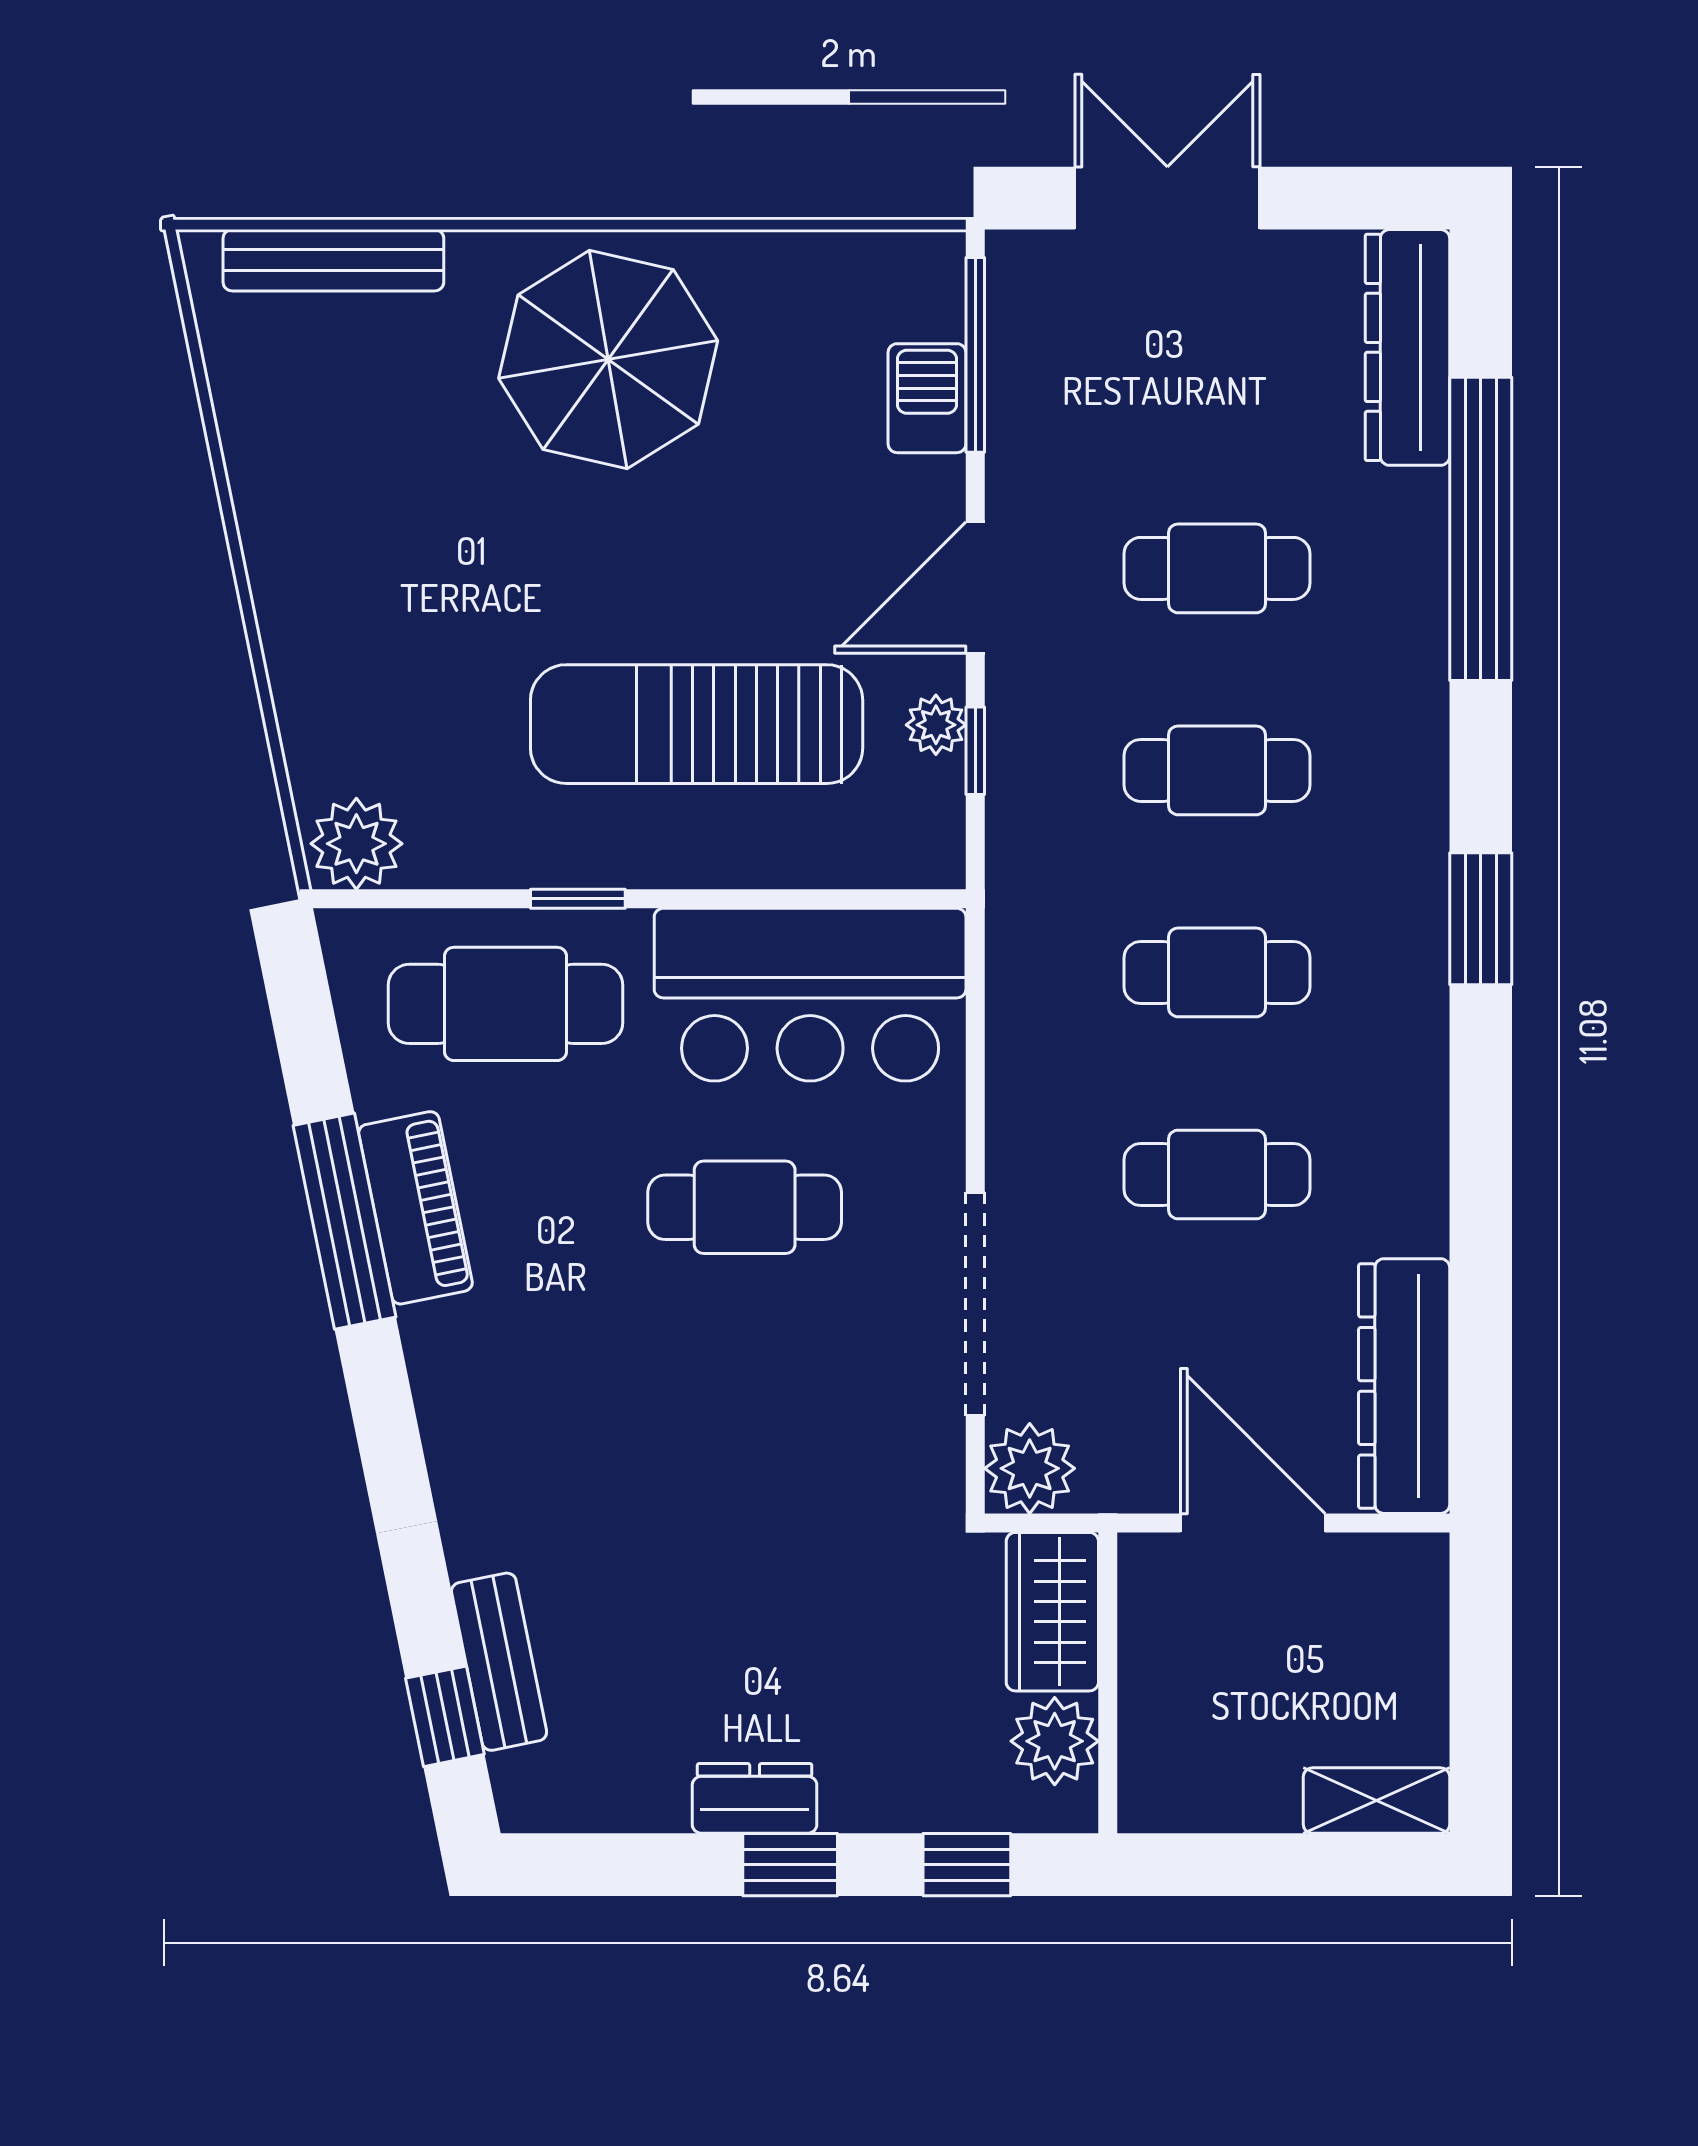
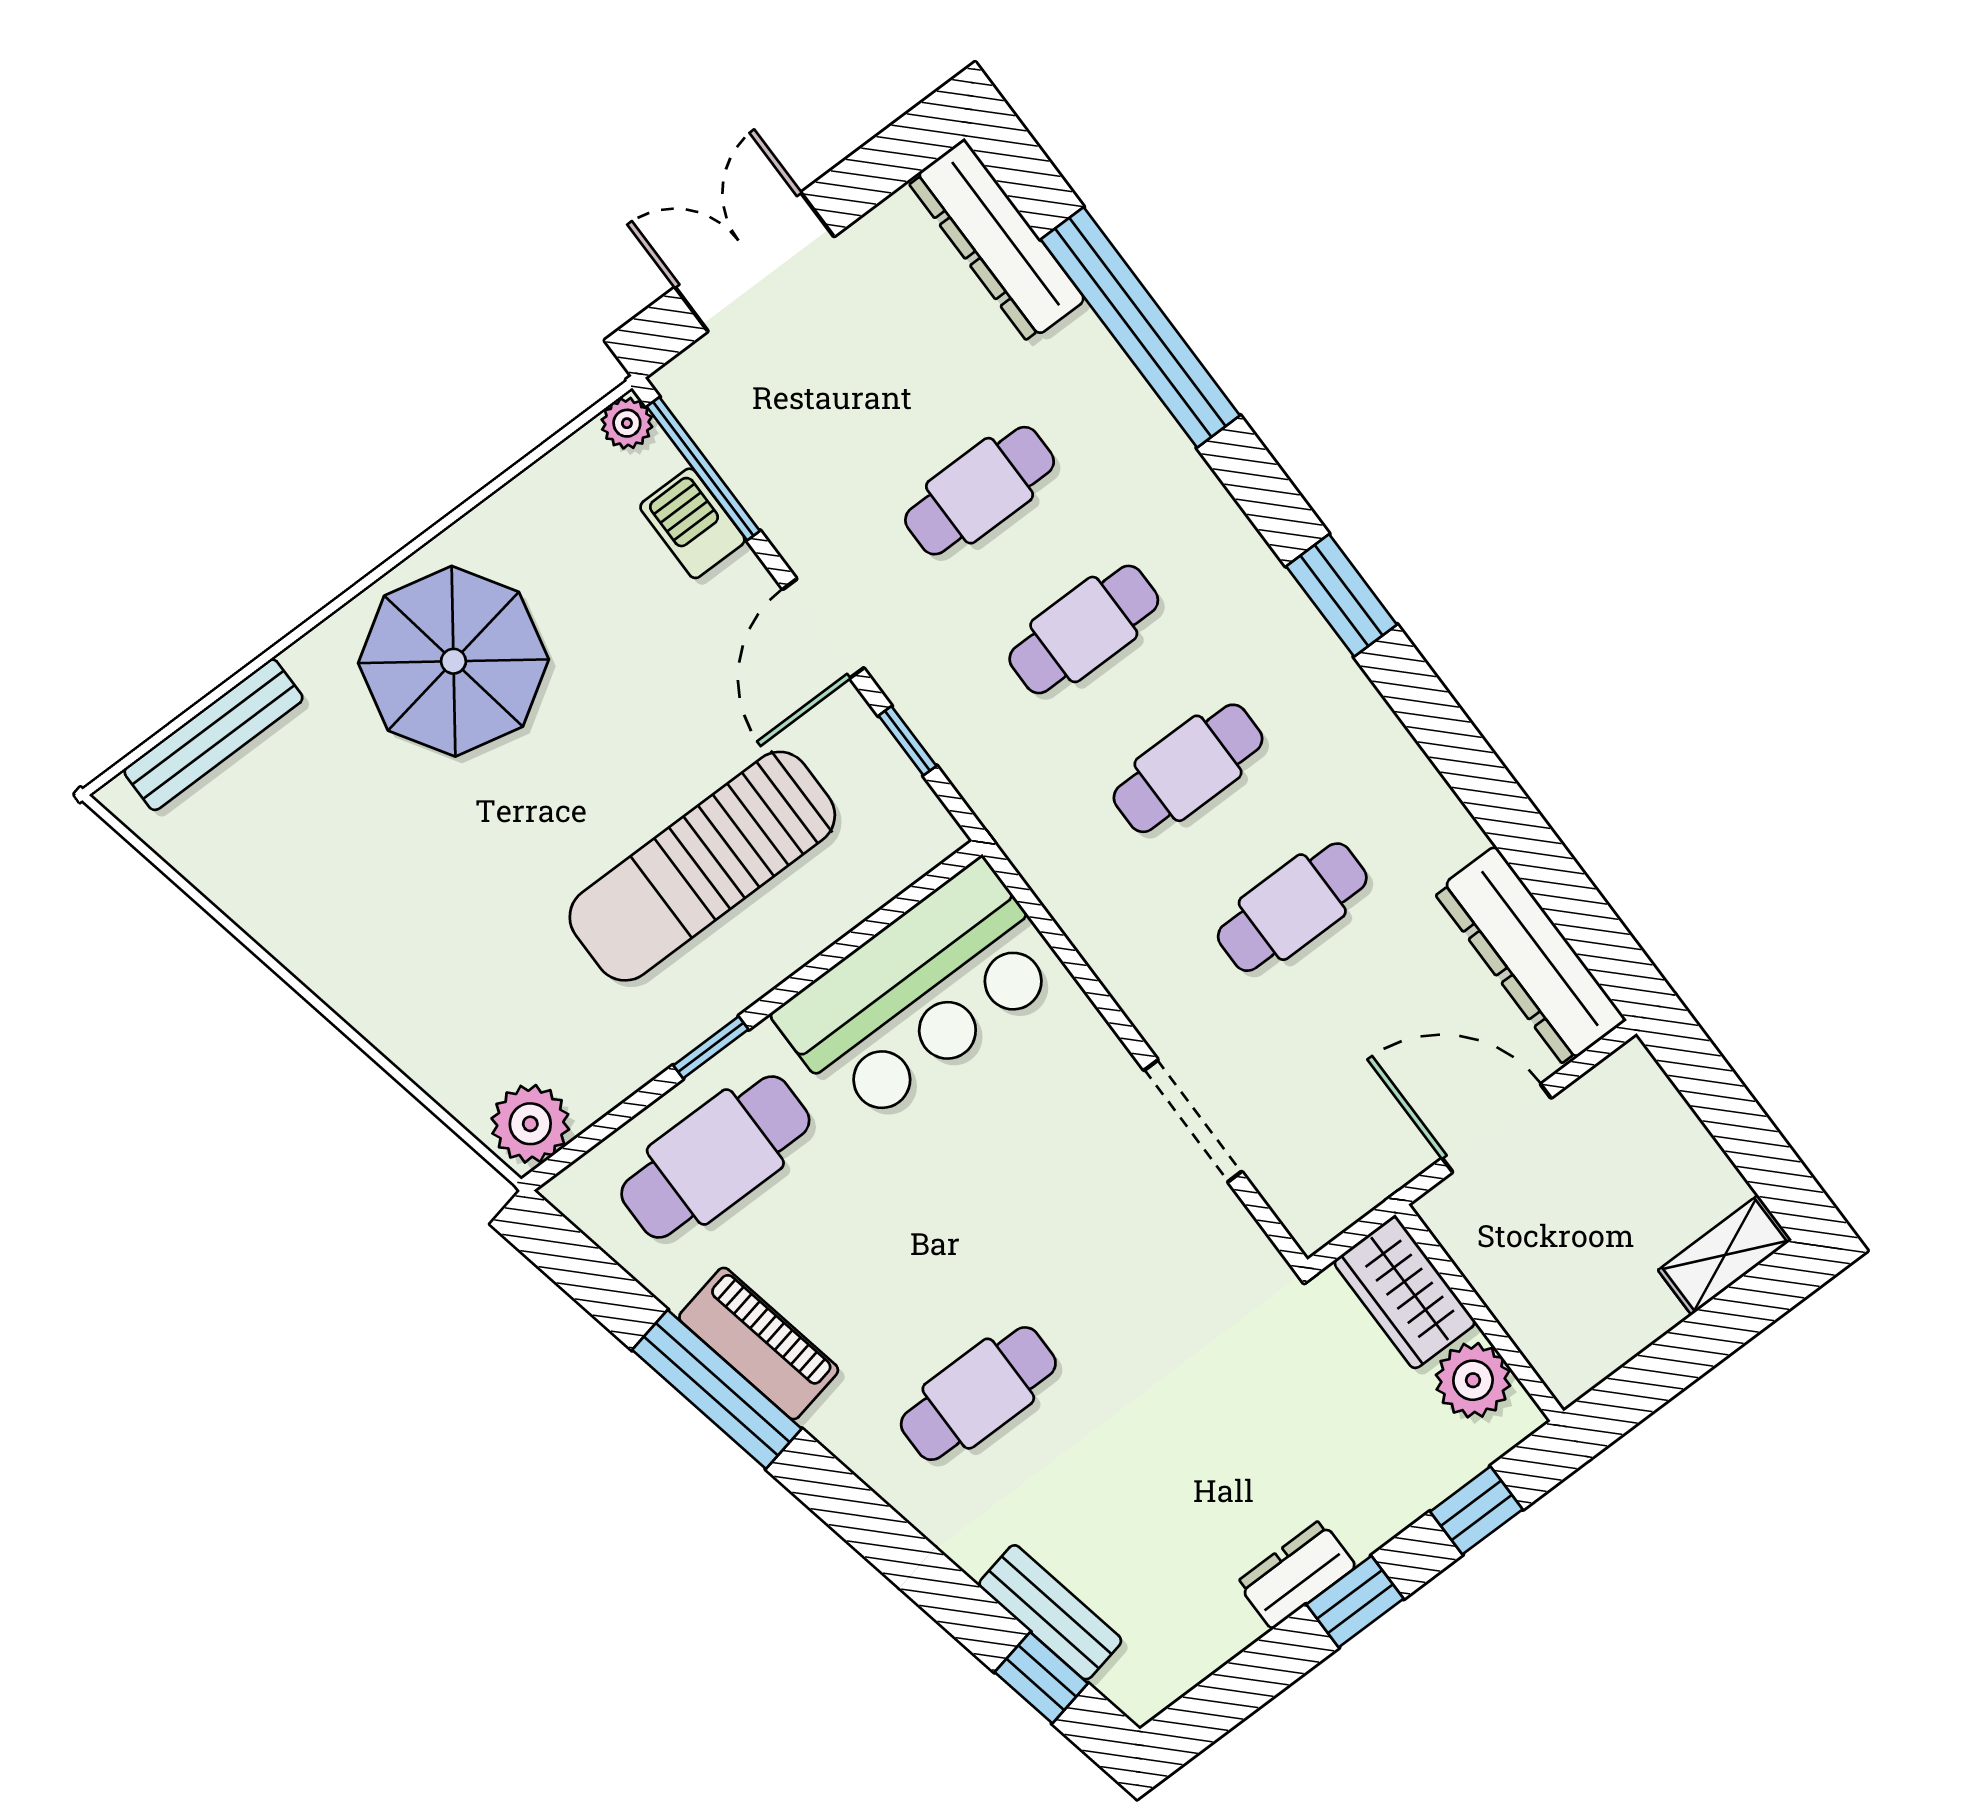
plant: (936, 725) -> (627, 423), moved
cafe table: (745, 1207) -> (978, 1394), moved
doorway: (975, 1304) -> (1193, 1121), width x0.73
plant: (1030, 1468) -> (1315, 1206), removed

